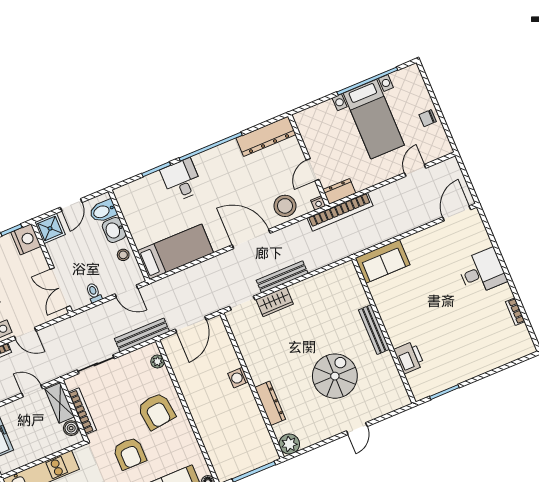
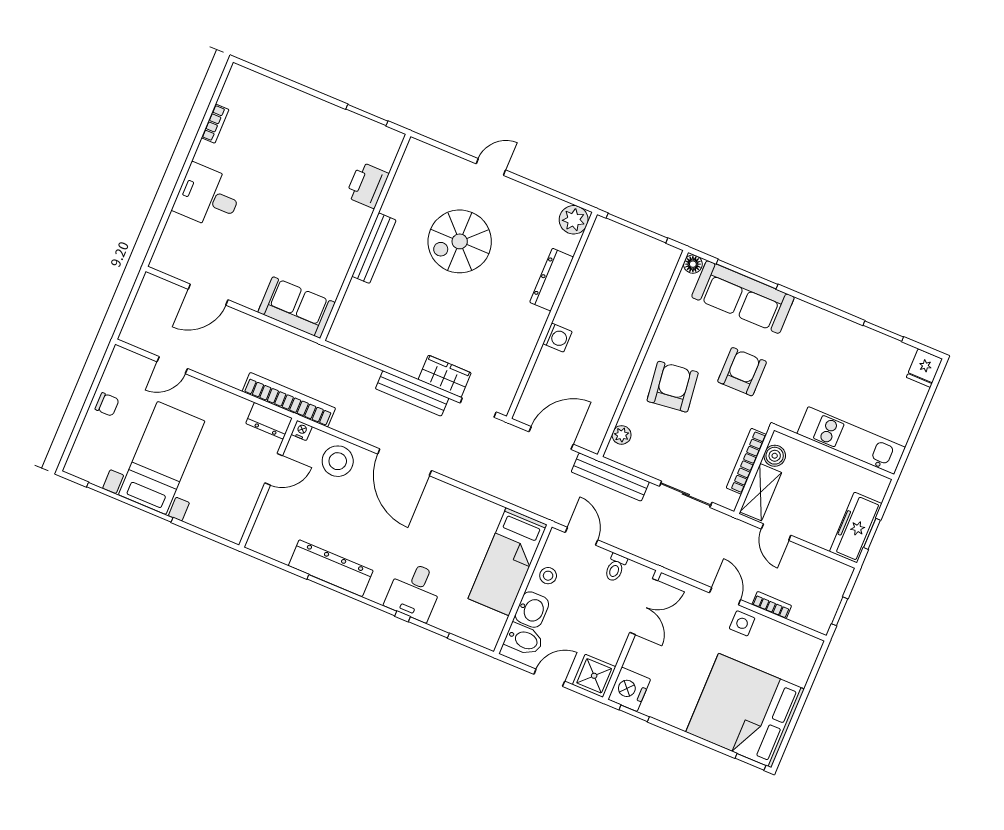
dresser: (266, 136) -> (331, 568), moved
door: (457, 213) -> (208, 295), moved
bed: (175, 252) -> (508, 562), moved, turned -90

